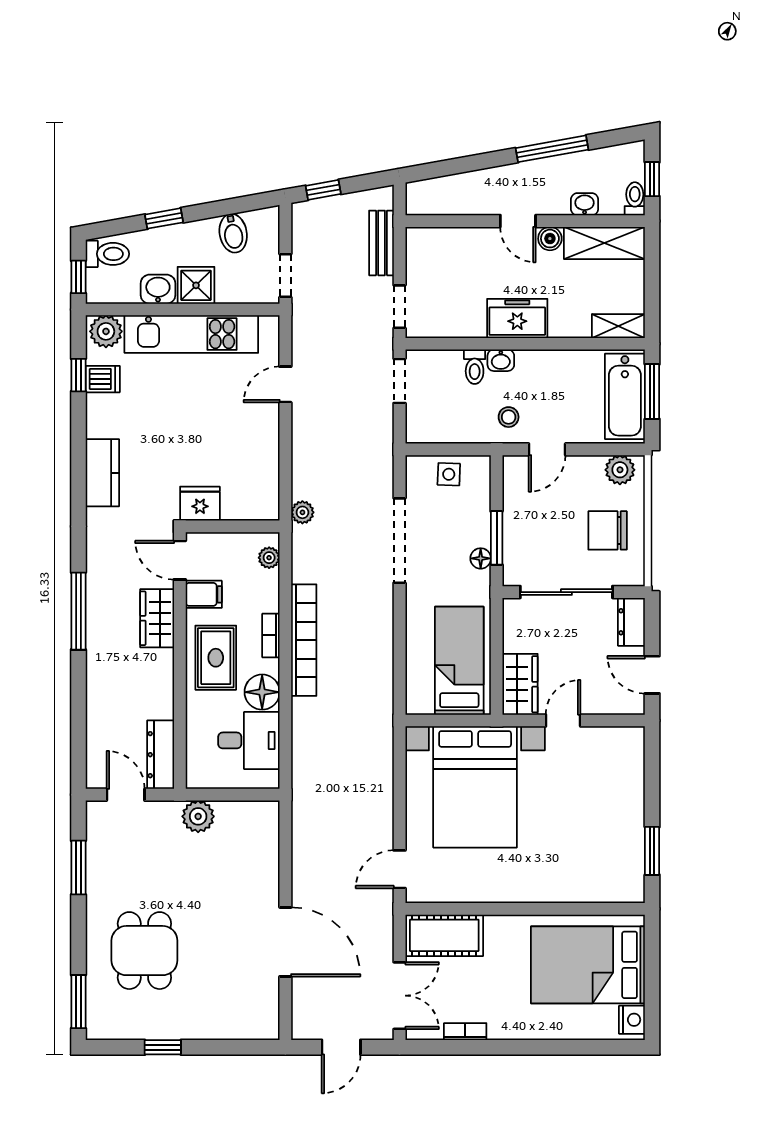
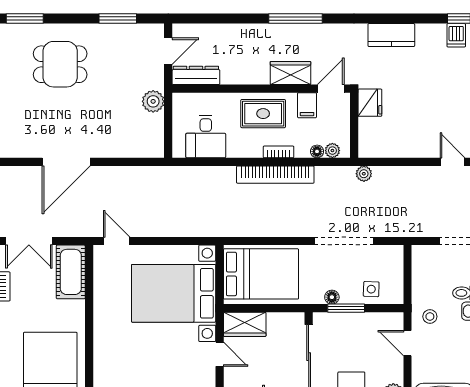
side table: (449, 474) -> (371, 289), moved
bed: (459, 661) -> (261, 274), width x1.50
floor lamp: (262, 692) -> (317, 151), moved, width x0.53, depth x0.53

